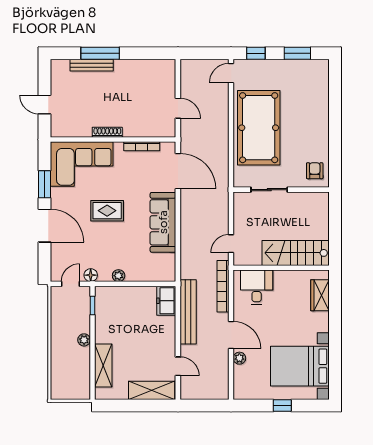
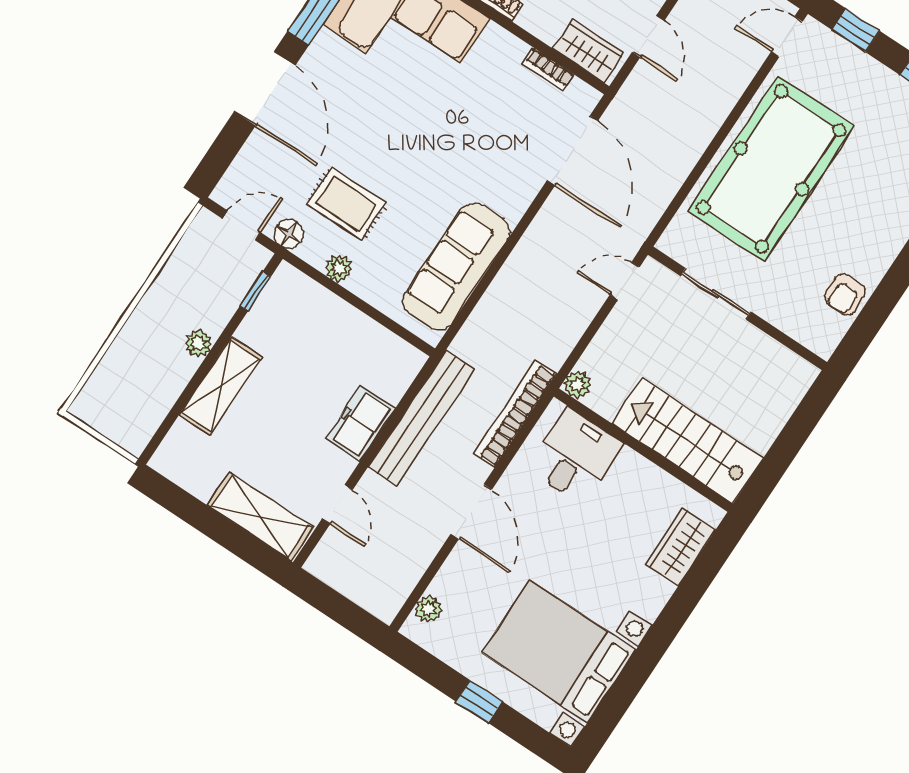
wardrobe: (159, 129) -> (589, 51), added
bookcase: (142, 146) -> (548, 69), width x0.64
armchair: (315, 171) -> (845, 295), moved, turned 180
rug: (107, 211) -> (347, 204), moved
sofa: (163, 222) -> (456, 266), moved
door: (231, 244) -> (625, 281), moved
plant: (239, 259) -> (577, 385), added
freezer: (166, 301) -> (361, 423), moved
plant: (239, 358) -> (428, 609), moved
shelving: (103, 366) -> (221, 386), moved

